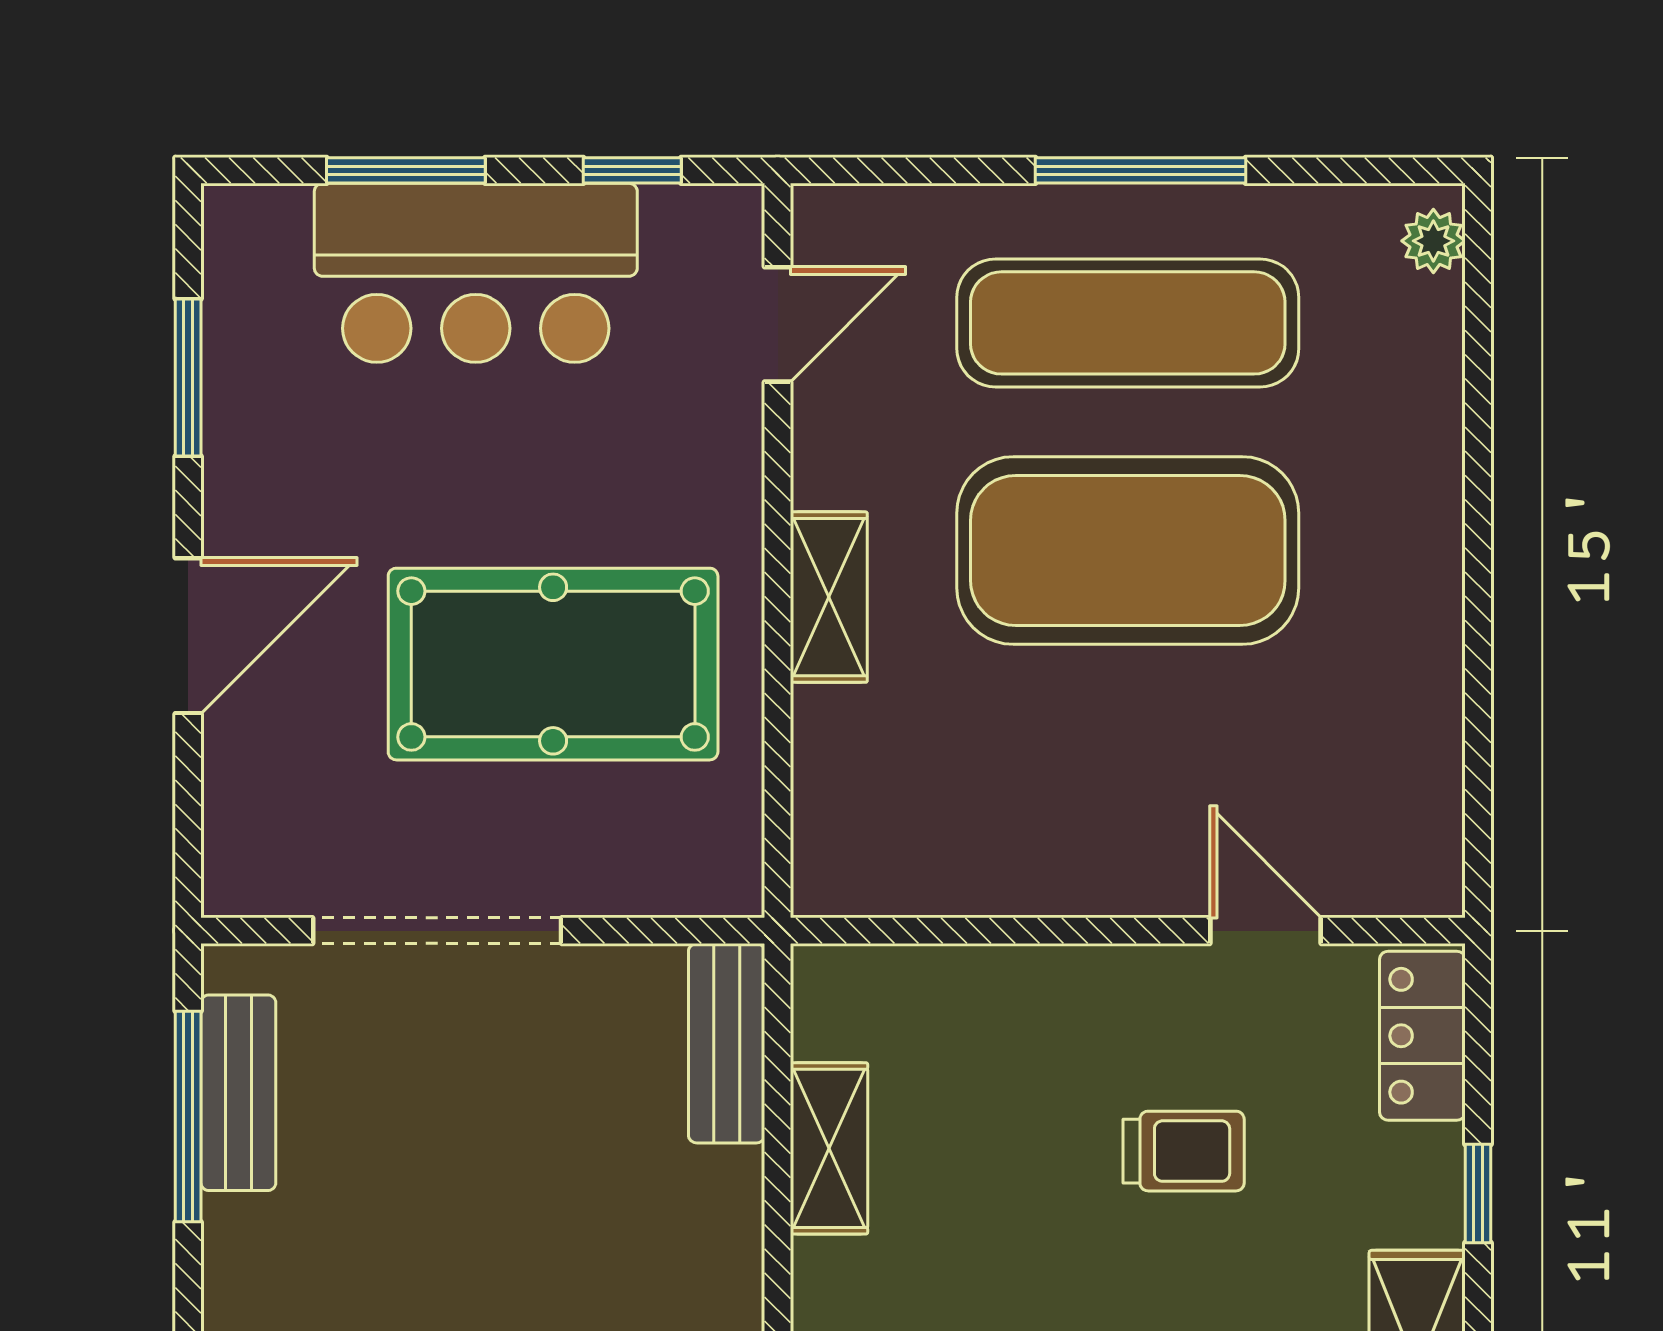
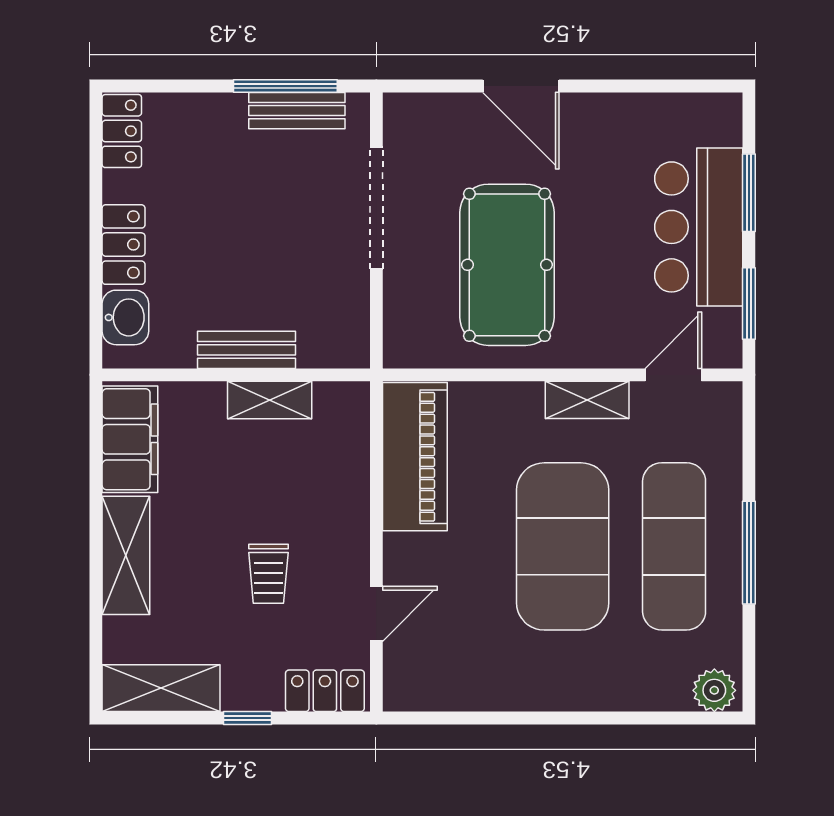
window: (632, 170) -> (749, 304), width x1.50
plant: (1433, 241) -> (714, 690), width x1.38, depth x1.38
door: (778, 324) -> (673, 375), swing flipped
window: (188, 378) -> (647, 86), removed
shelving: (829, 597) -> (587, 400), moved
piano: (945, 852) -> (415, 457), added
bench: (727, 1043) -> (246, 350), moved

